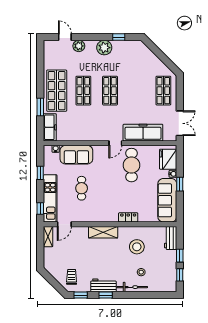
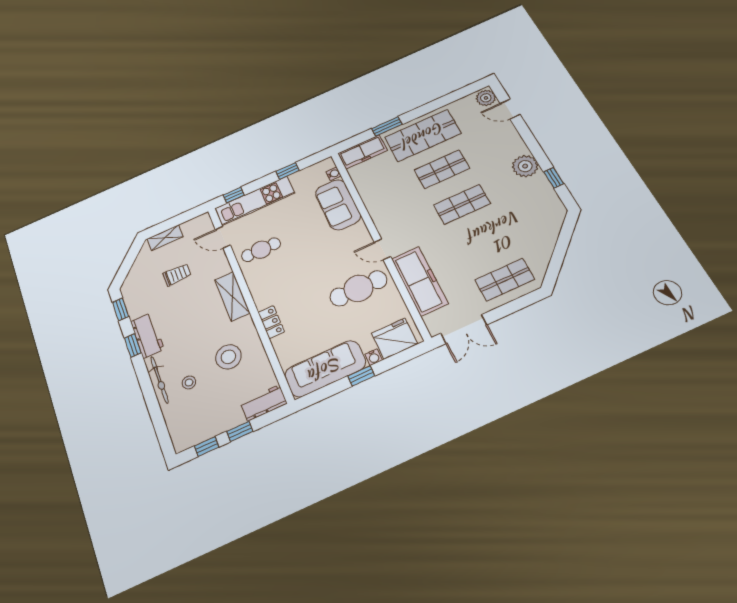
door: (65, 37) -> (510, 109), swing flipped
plant: (79, 46) -> (486, 98), moved
cafe table: (82, 188) -> (261, 250), moved
shelving: (48, 237) -> (165, 238), moved
trolley: (72, 277) -> (177, 275), moved

